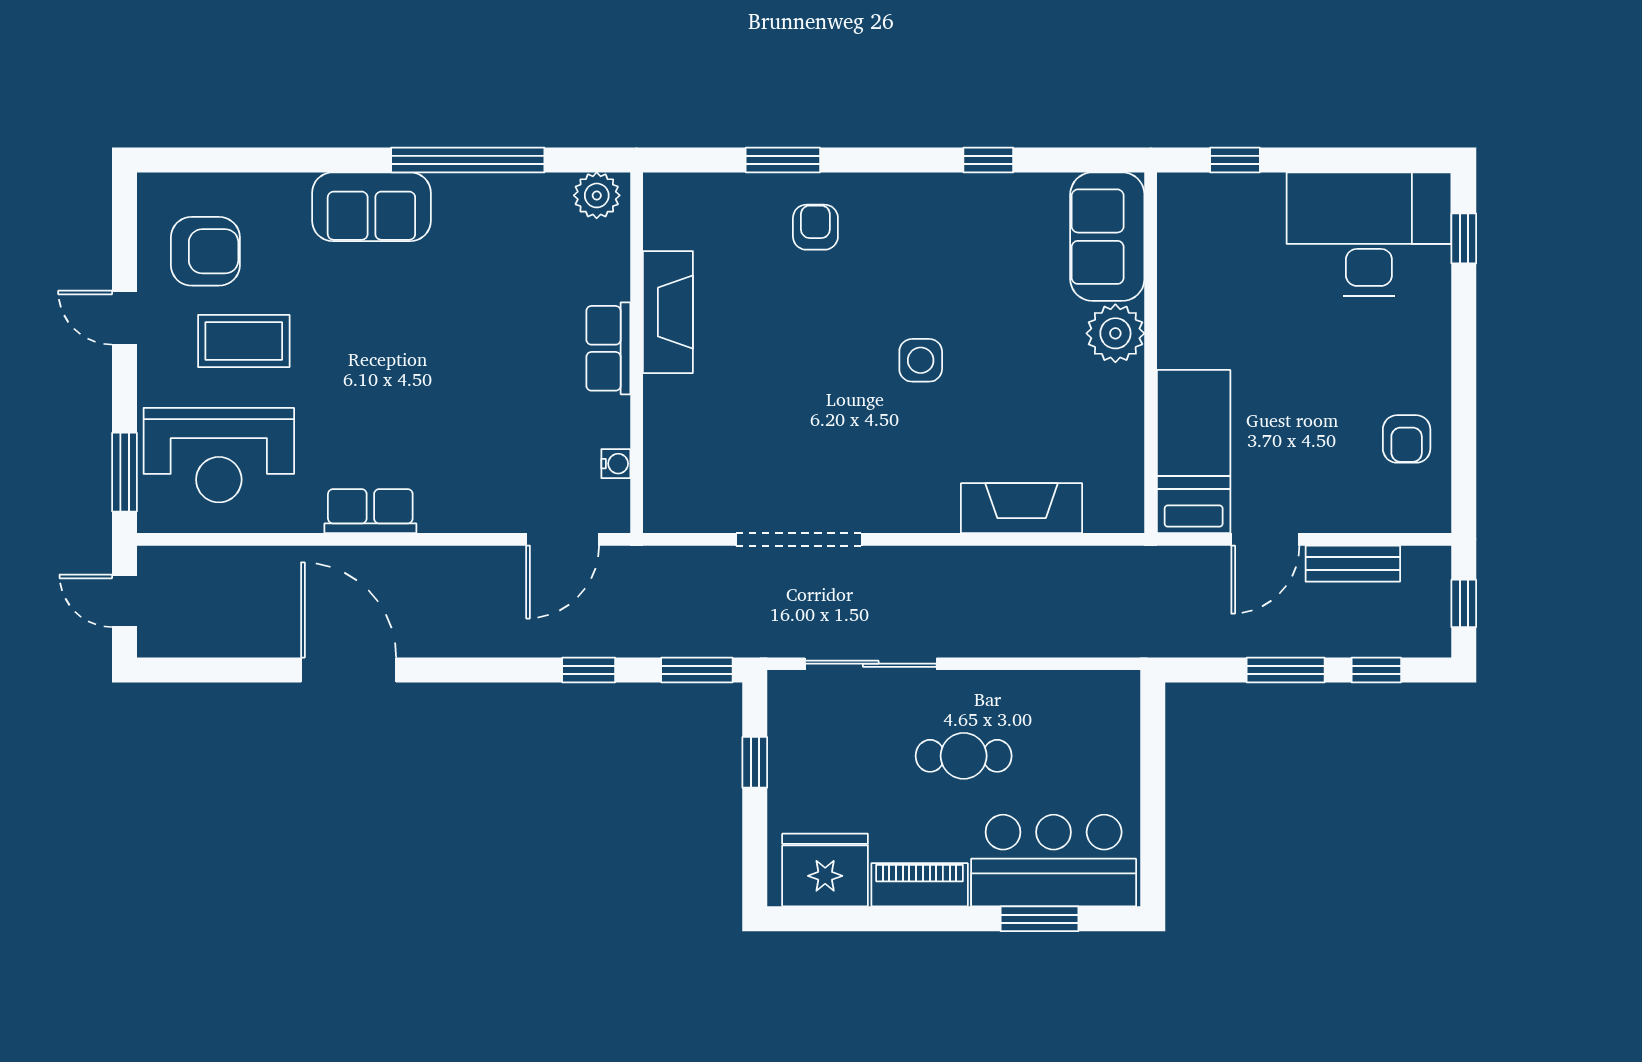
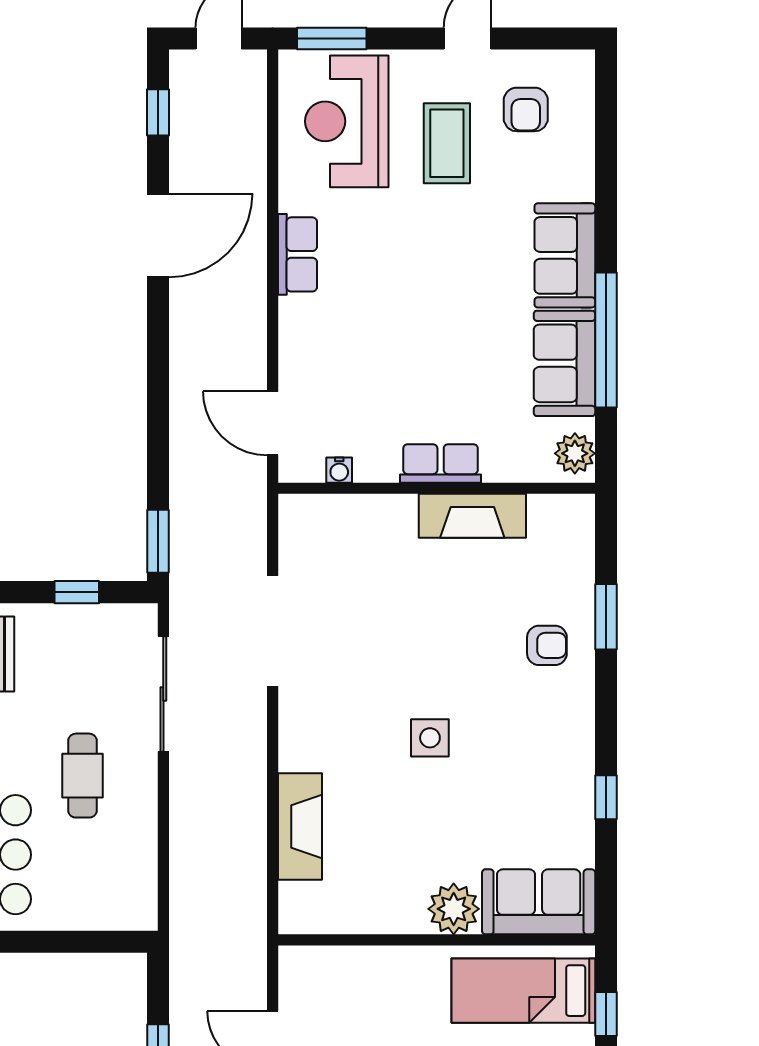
sofa: (494, 207) -> (564, 363), added
armchair: (205, 251) -> (526, 109), width x0.72, depth x0.72
bed: (1194, 452) -> (523, 991), moved, turned 180
window: (589, 670) -> (158, 112), moved

